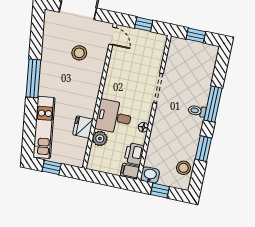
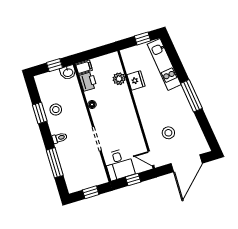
window: (213, 104) -> (55, 163), moved
desk: (114, 117) -> (119, 164), moved, turned 90
stool: (183, 168) -> (56, 110), moved

